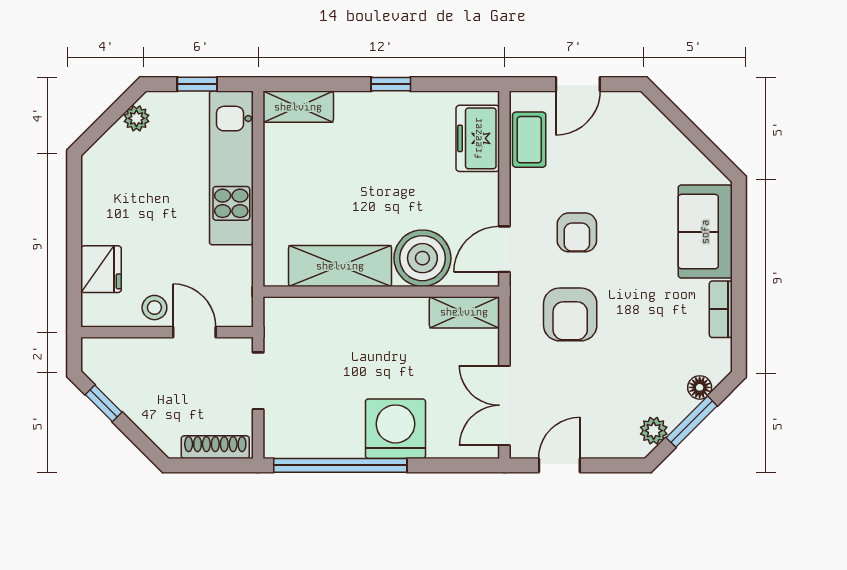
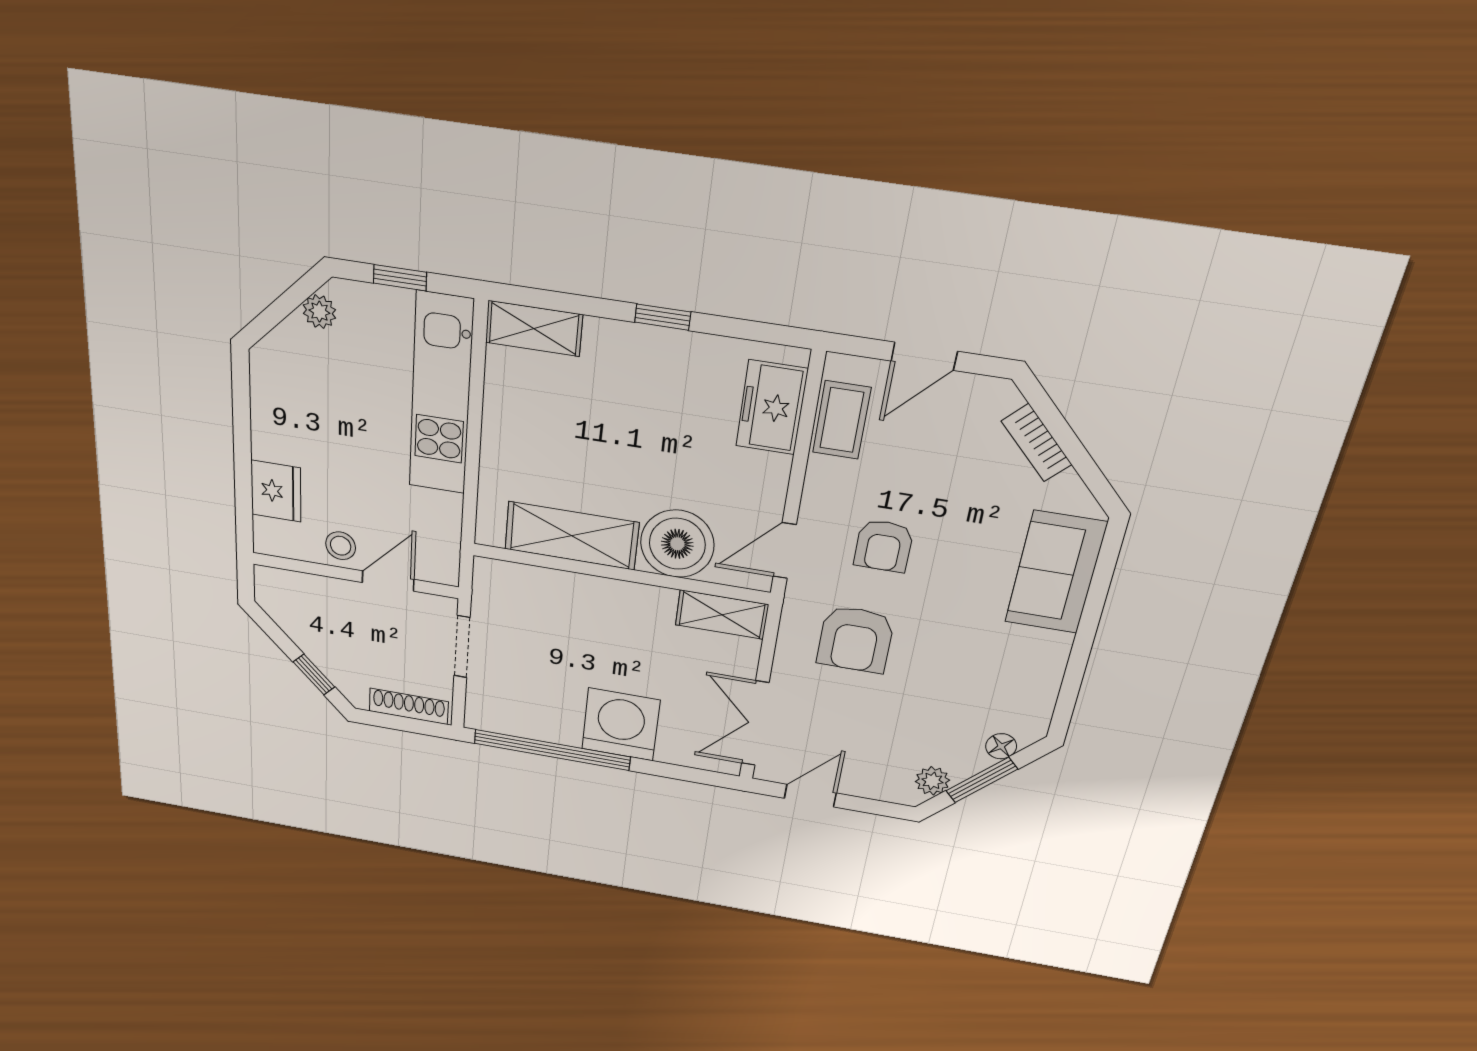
bookcase: (721, 309) -> (1037, 443), moved, turned -45
door: (194, 332) -> (388, 581), hinge flipped
window: (104, 403) -> (314, 674), moved

